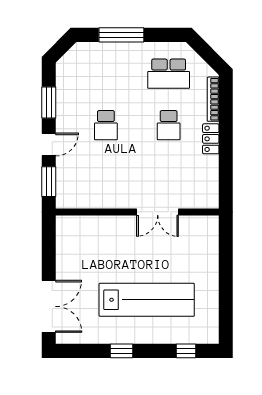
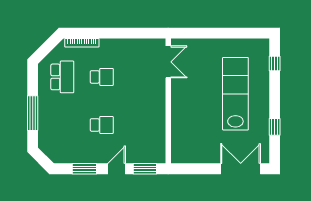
locker: (211, 139) -> (112, 45), removed
door: (49, 145) -> (117, 169), hinge flipped
double door: (158, 212) -> (168, 62), moved
window: (122, 351) -> (275, 127), moved

